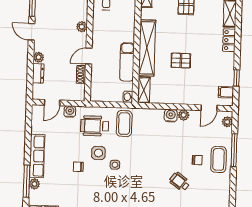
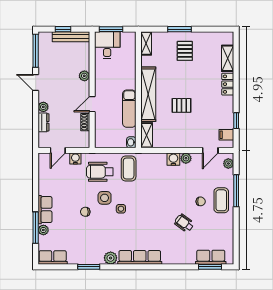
row of seats: (37, 156) -> (45, 210), width x0.68

